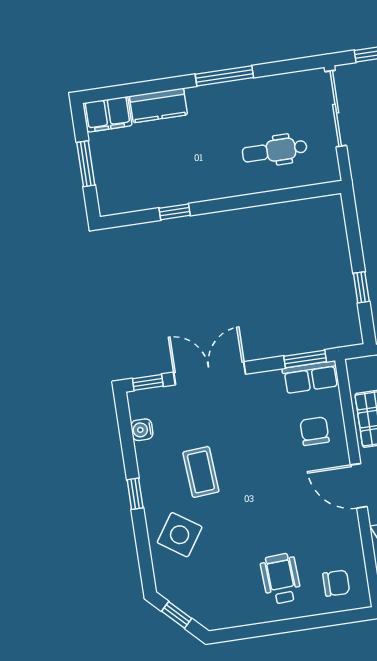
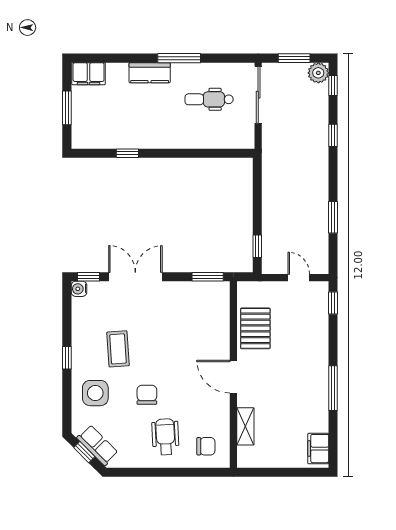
kitchen counter: (158, 105) -> (150, 73), moved
dental chair: (275, 151) -> (209, 99), moved
window: (361, 287) -> (257, 246), moved
row of seats: (310, 377) -> (97, 445), moved, turned -135
water cooler: (142, 430) -> (79, 289), moved
chair: (315, 431) -> (147, 395), moved
side table: (180, 535) -> (95, 393), turned -34

